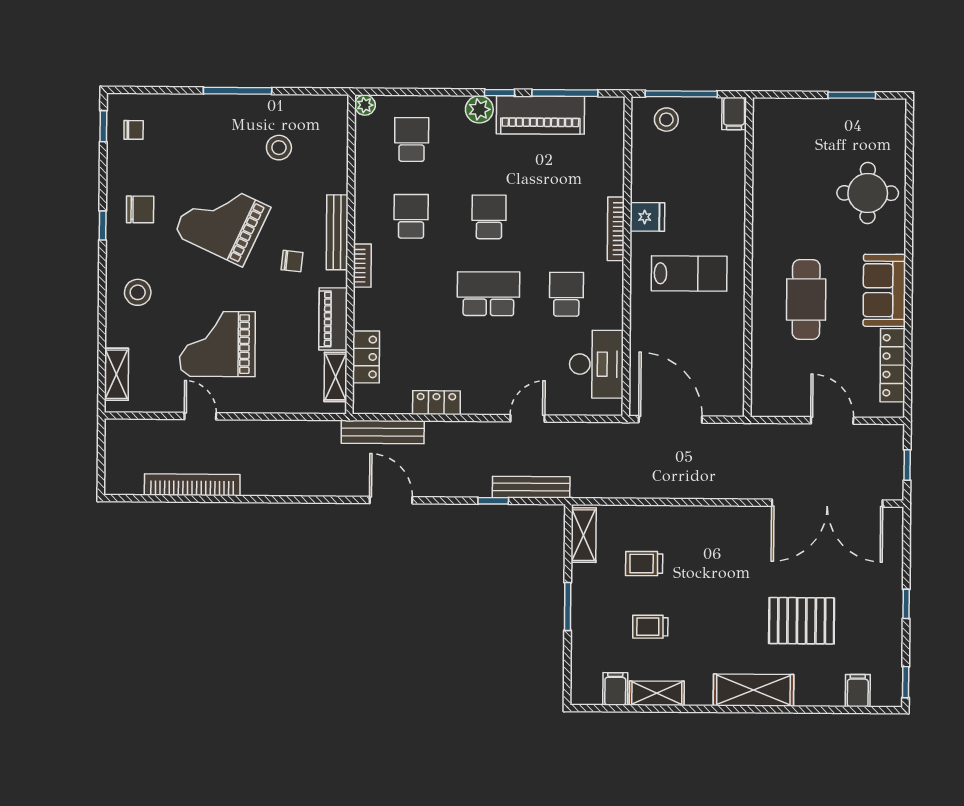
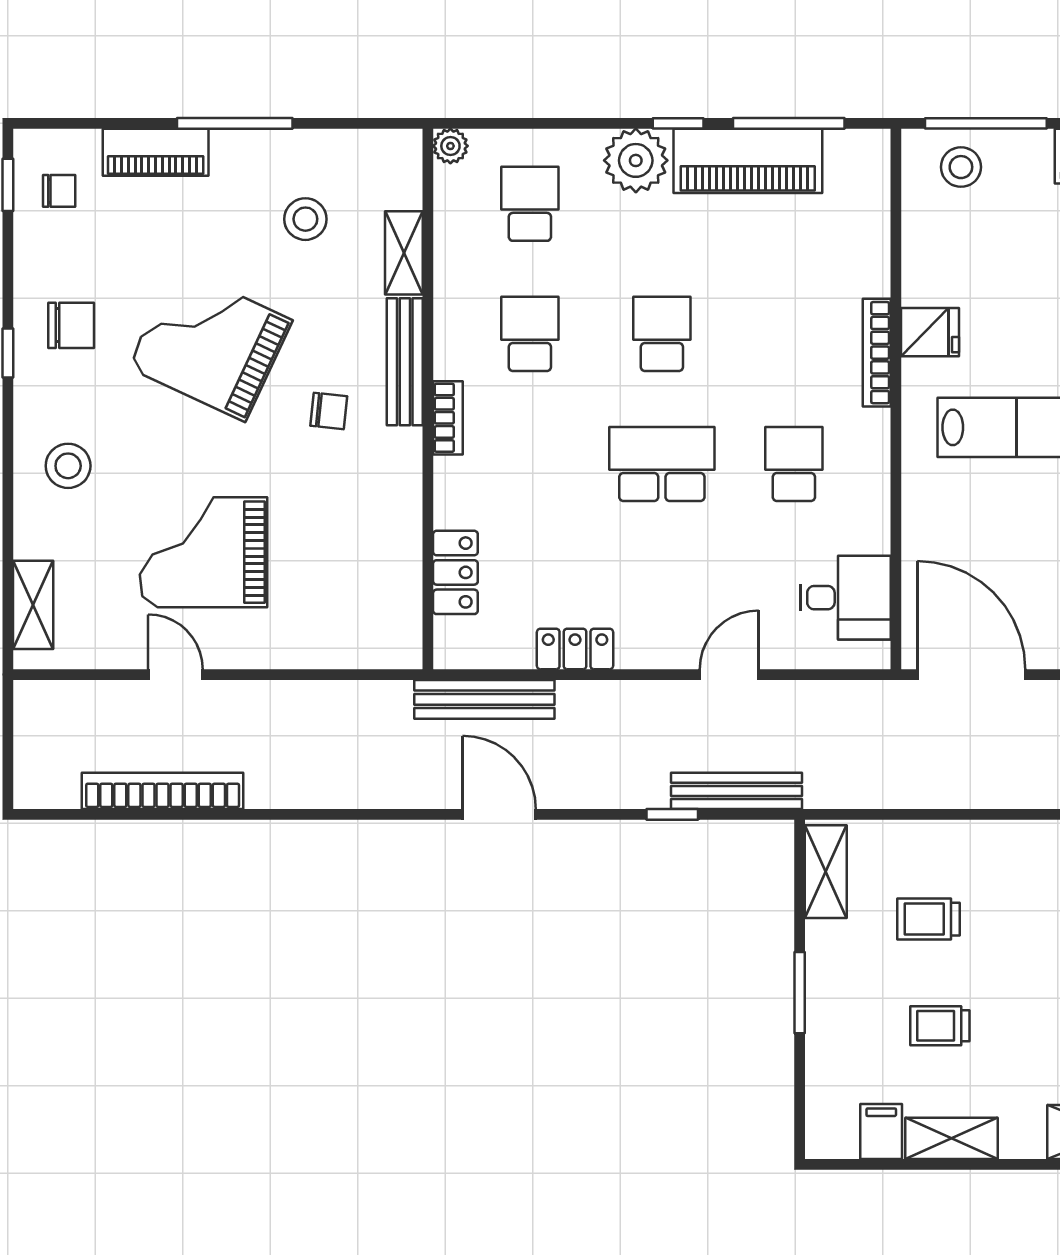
plant: (479, 109) -> (636, 160), width x1.36, depth x1.36
piano: (333, 319) -> (156, 152), moved, turned -90
desk: (596, 364) -> (845, 598), width x0.73
shelving: (335, 377) -> (404, 253), moved

